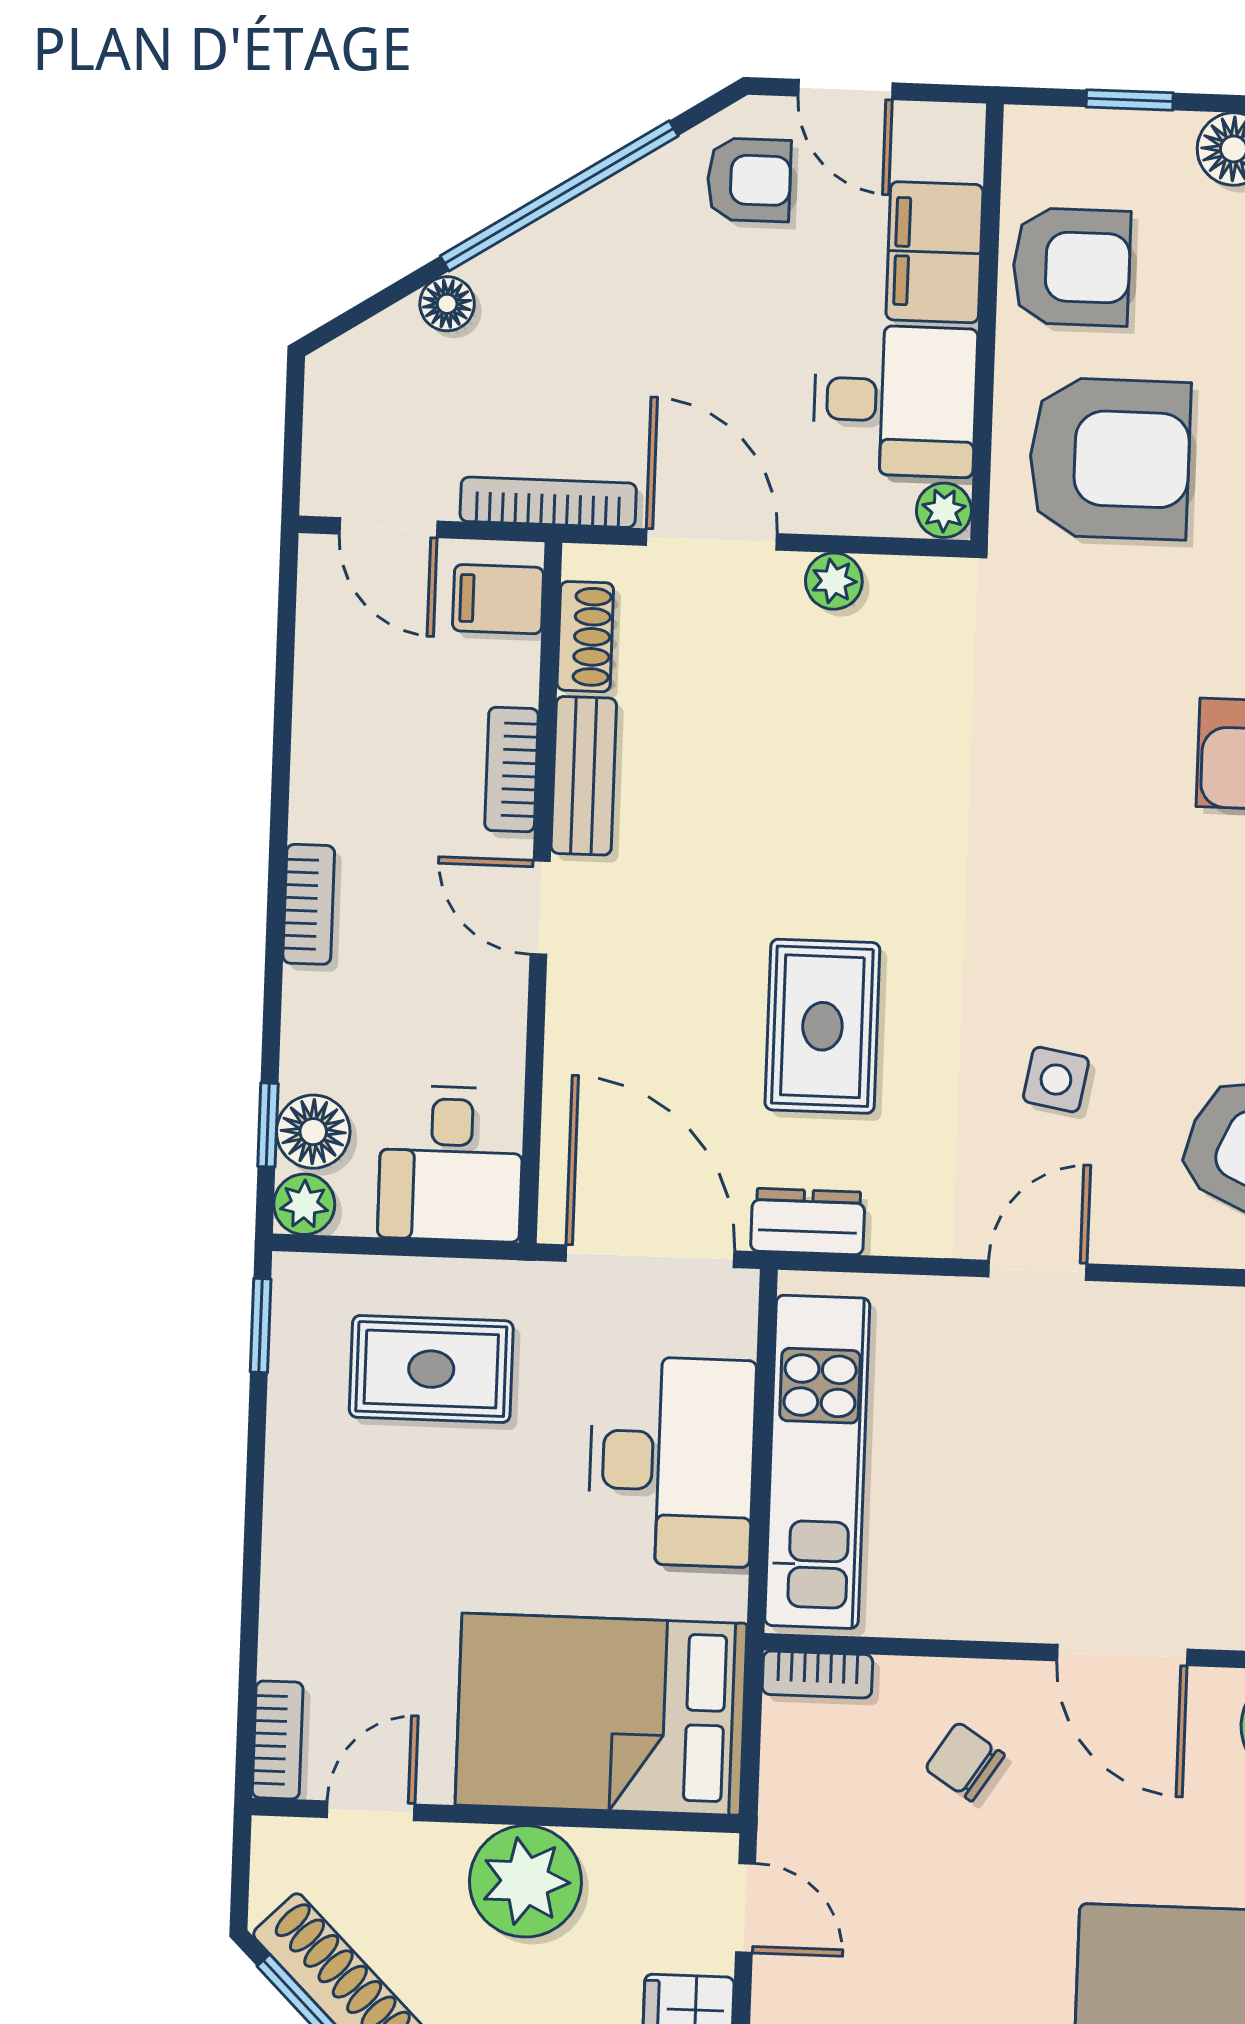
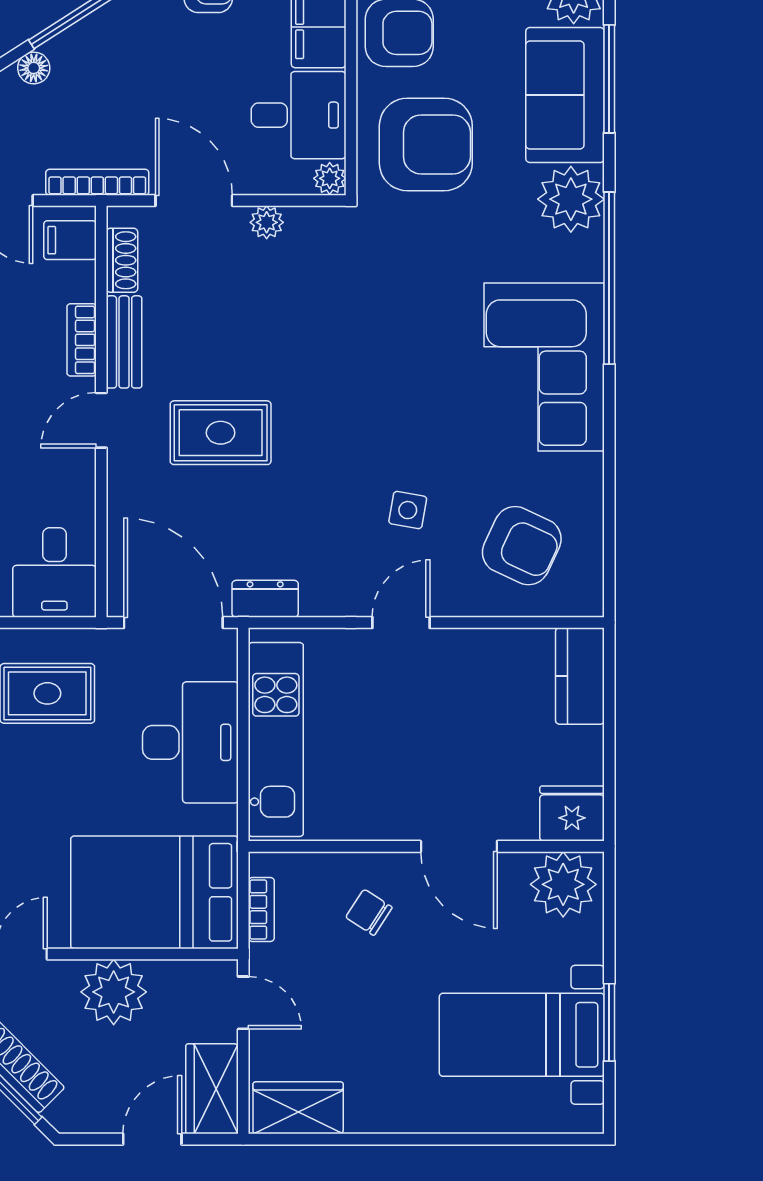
door: (540, 908) -> (101, 420), hinge flipped
rug: (822, 1026) -> (221, 433), moved, turned 90
bookcase: (817, 1674) -> (261, 909), moved, turned -90

